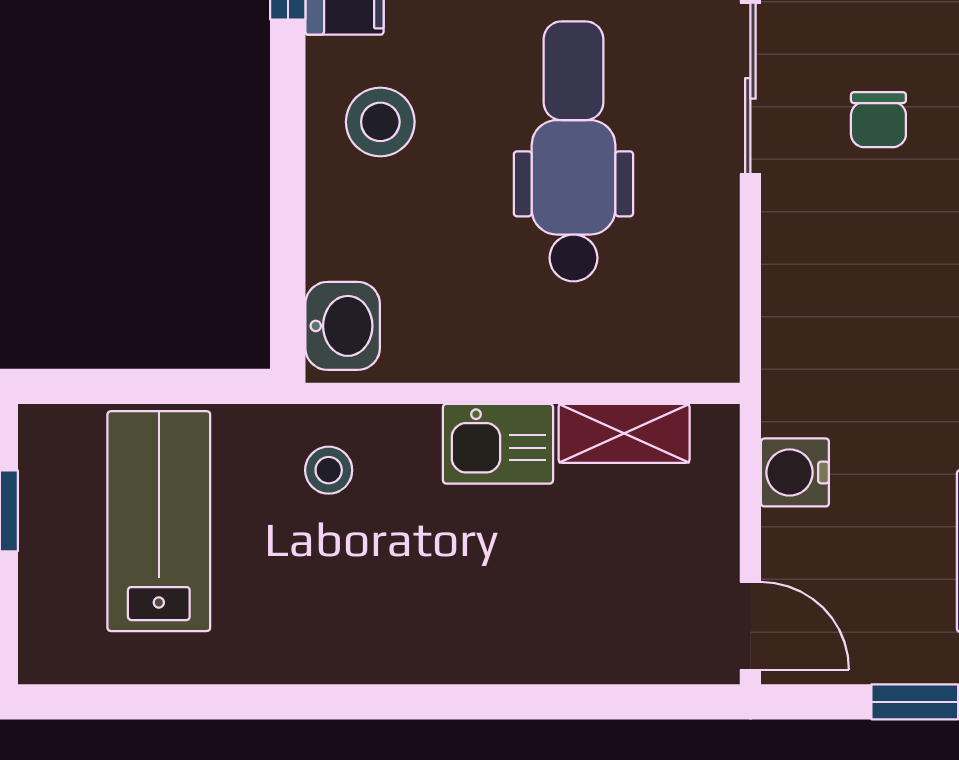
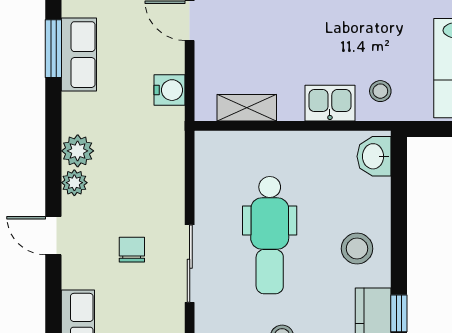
kitchen sink: (498, 444) -> (330, 103), moved

